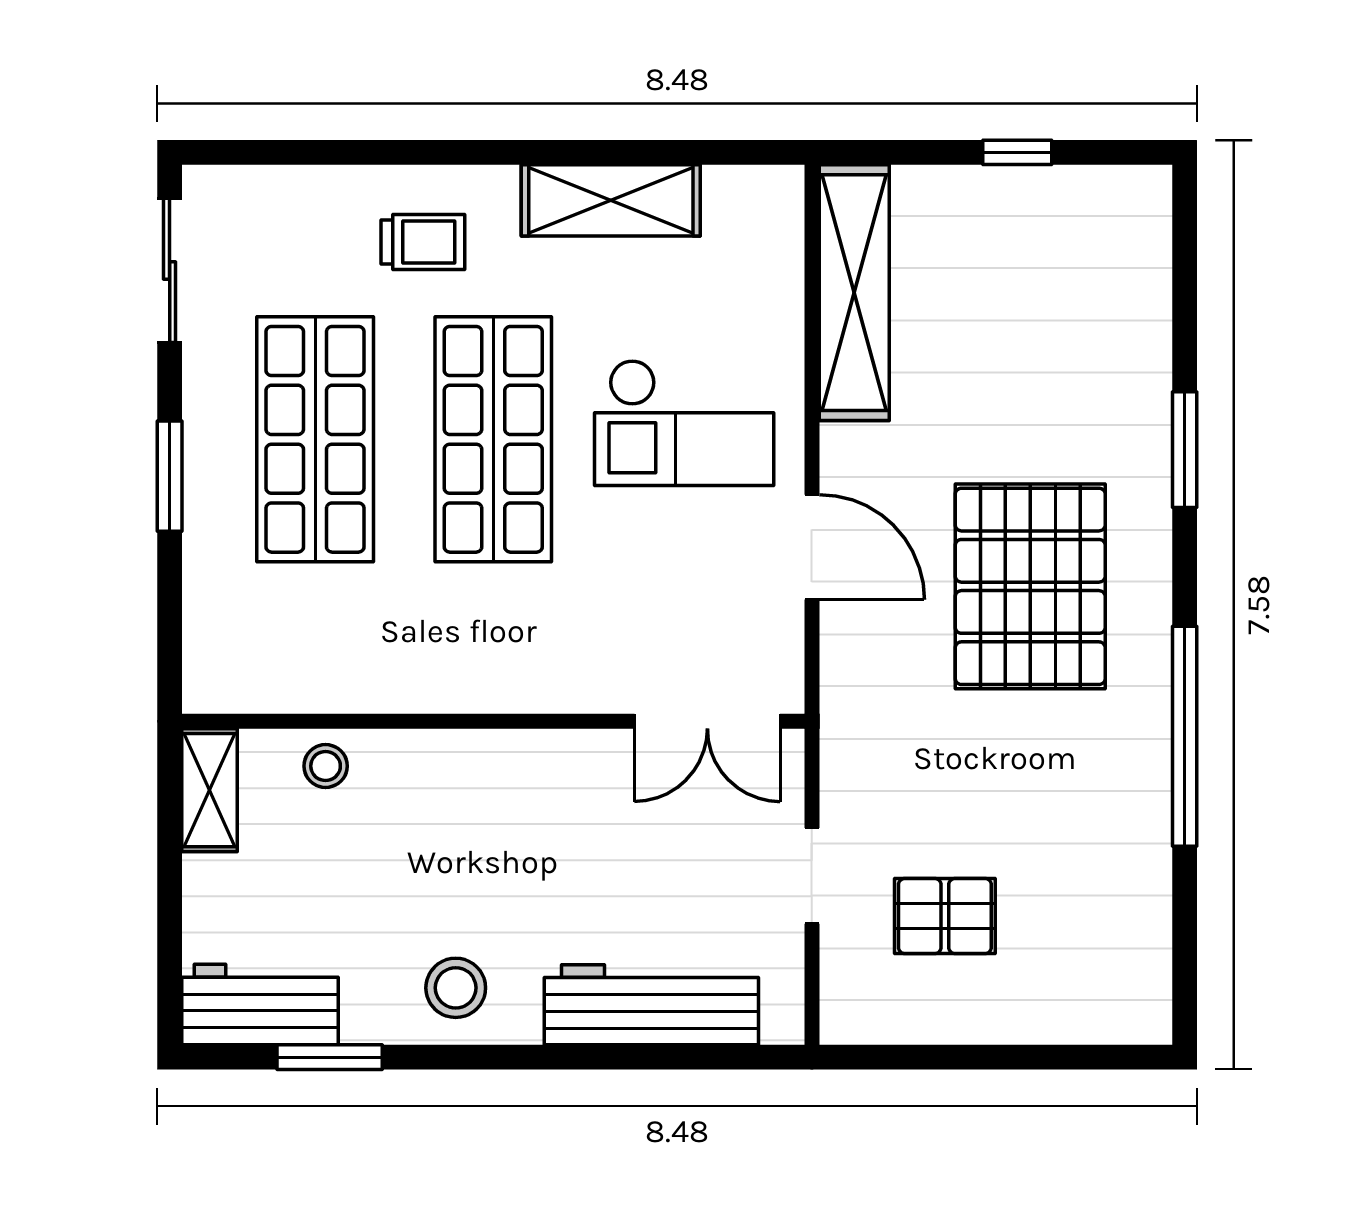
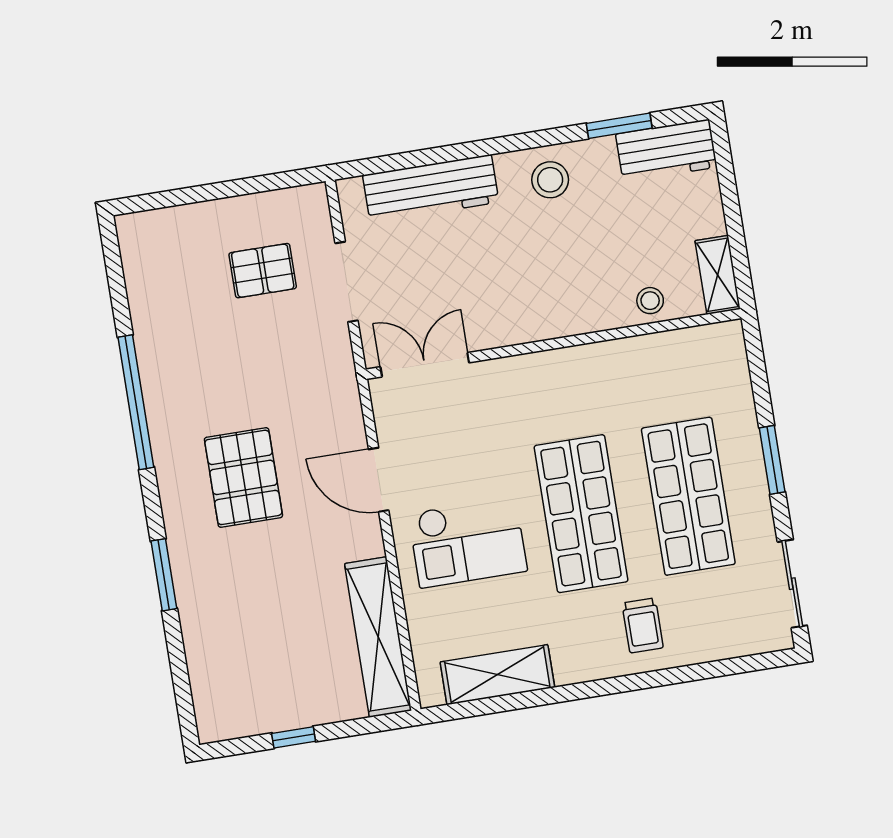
shelving: (611, 200) -> (497, 675), moved
trolley: (423, 242) -> (643, 625), turned -90
checkout: (684, 423) -> (468, 542), turned 180
pallet: (1030, 586) -> (243, 477), width x0.73, depth x0.71
doorway: (812, 876) -> (347, 282), width x1.38

